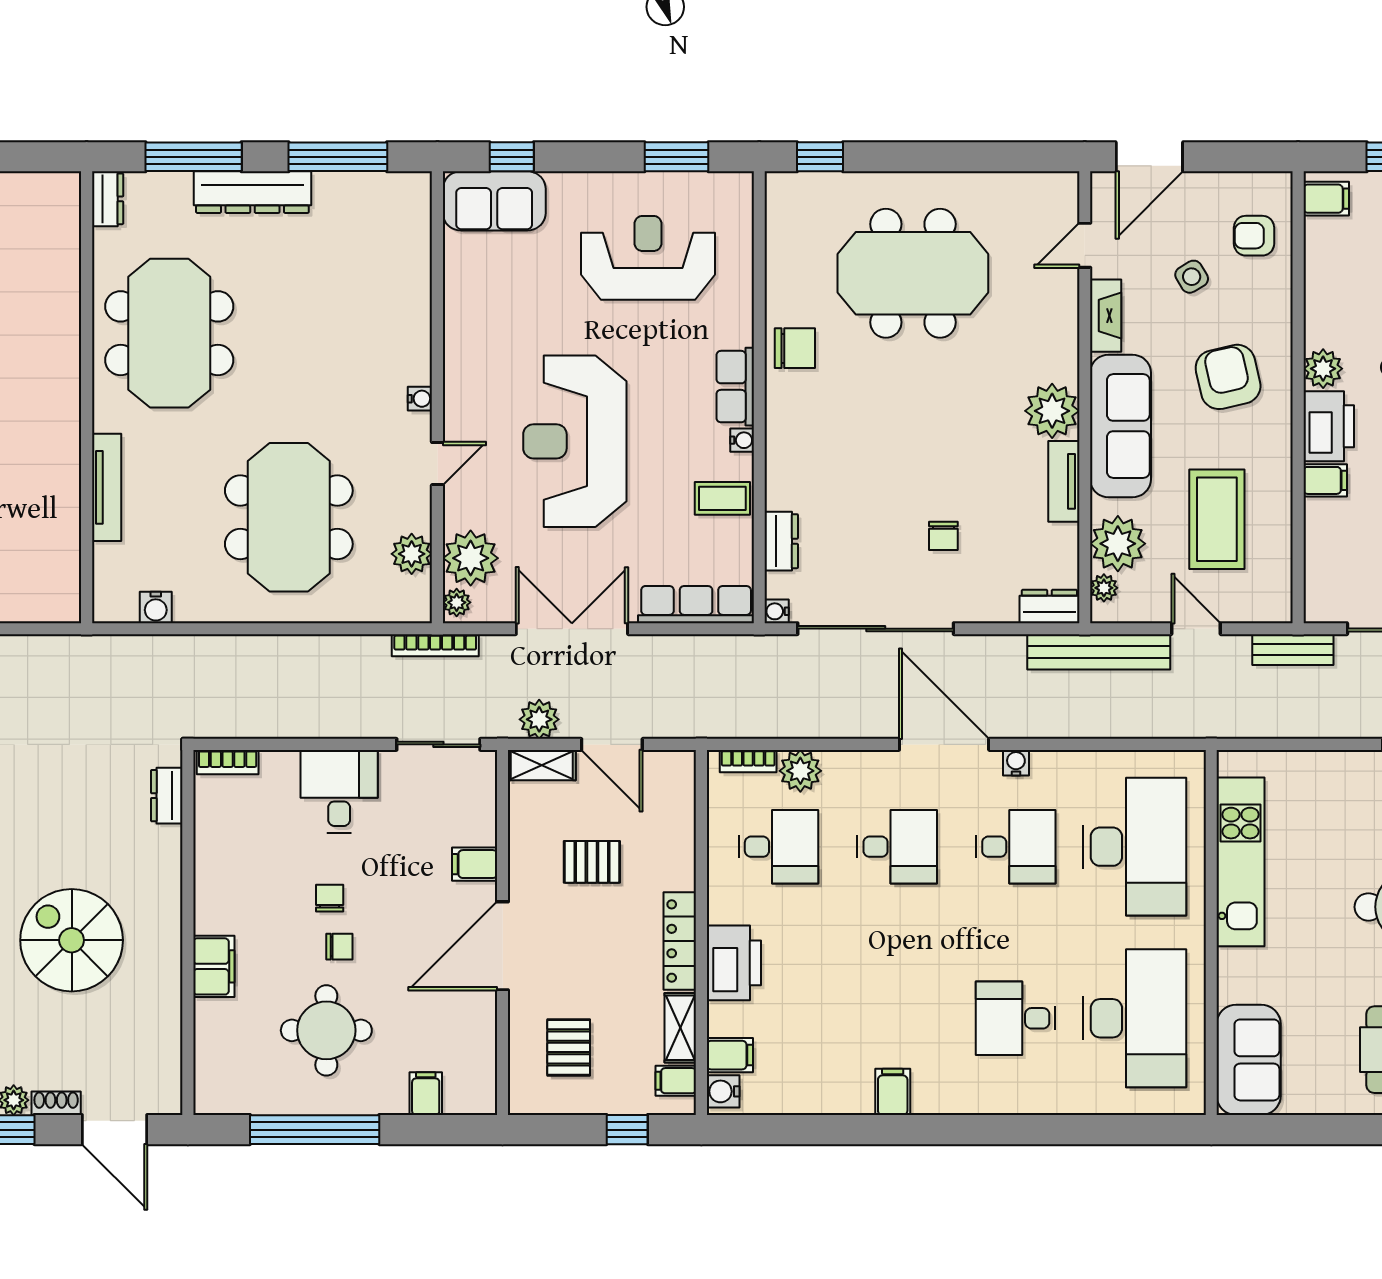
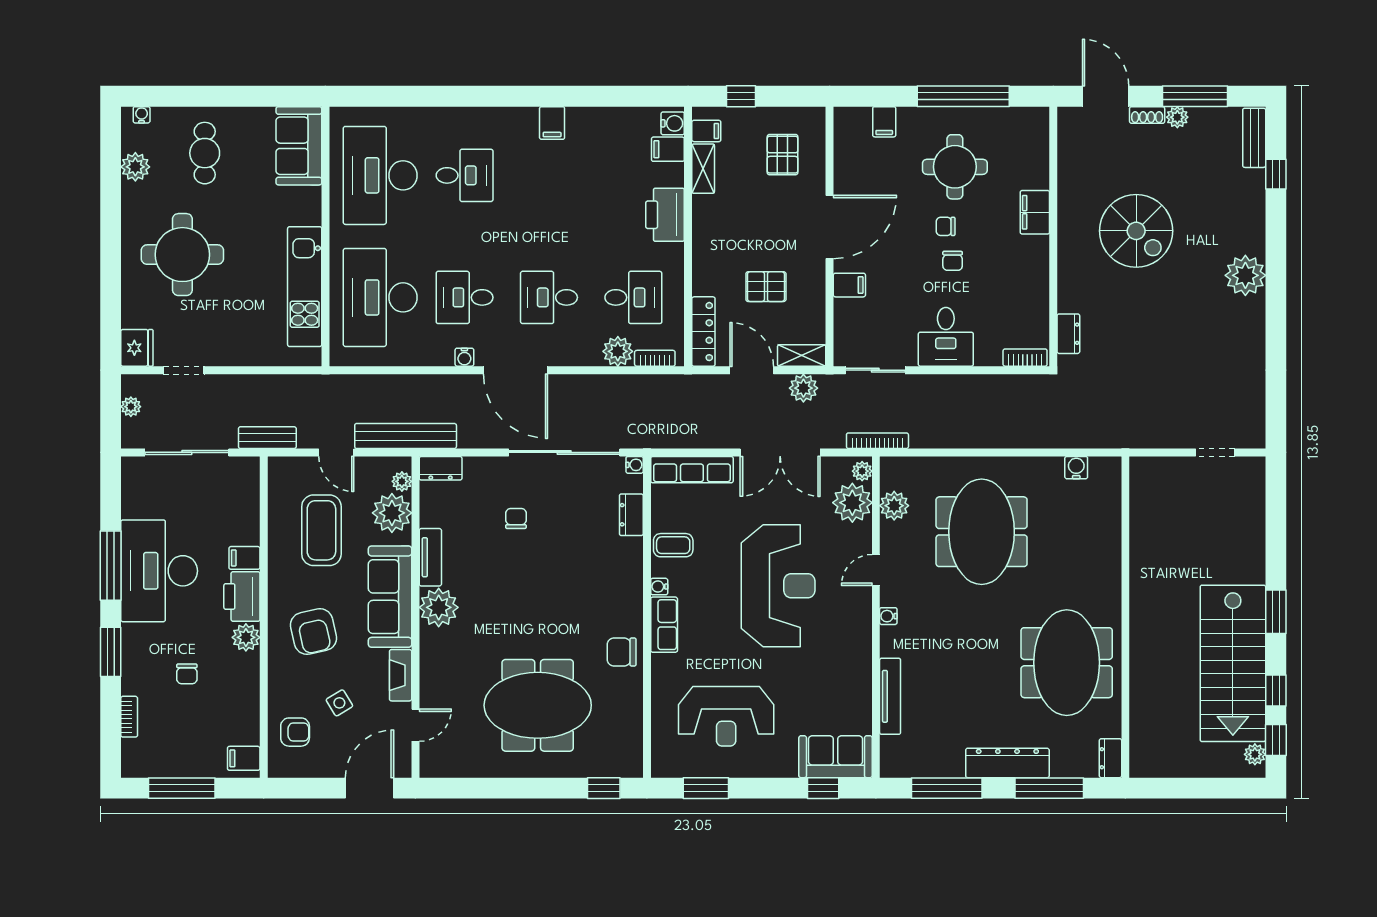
tv unit: (107, 487) -> (890, 696), moved, turned 180
desk: (778, 847) -> (633, 297), turned 180
locker: (680, 941) -> (703, 332), moved

